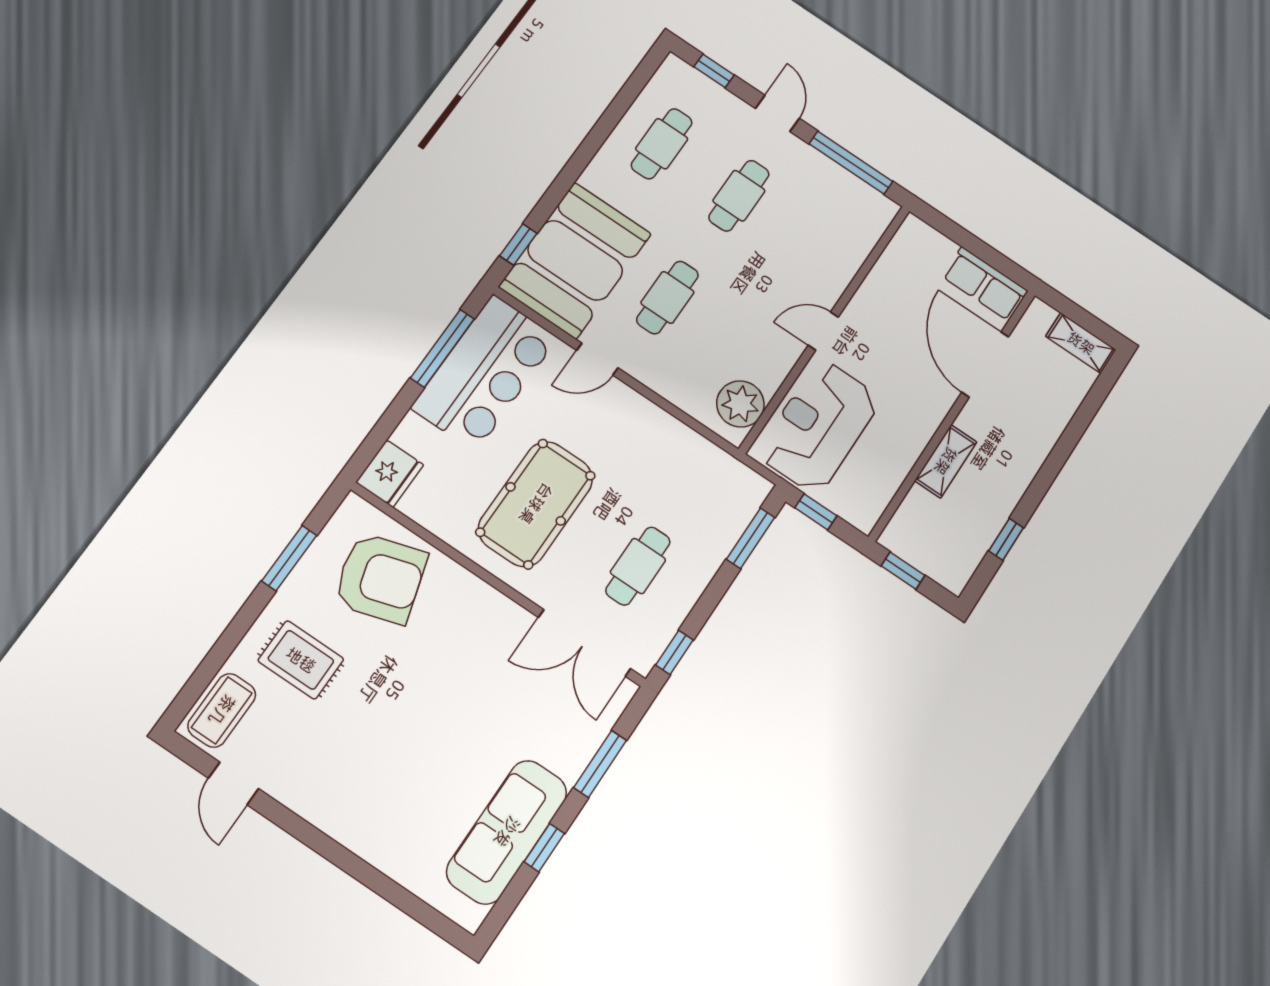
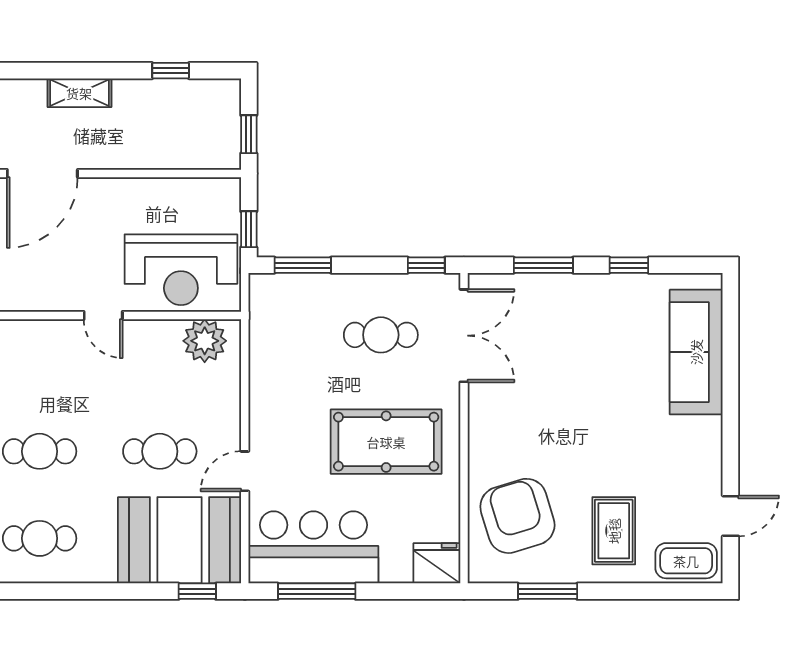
door: (597, 359) -> (245, 471), swing flipped
shelving: (946, 461) -> (79, 93), moved
sofa: (507, 832) -> (696, 352), moved, turned 90

